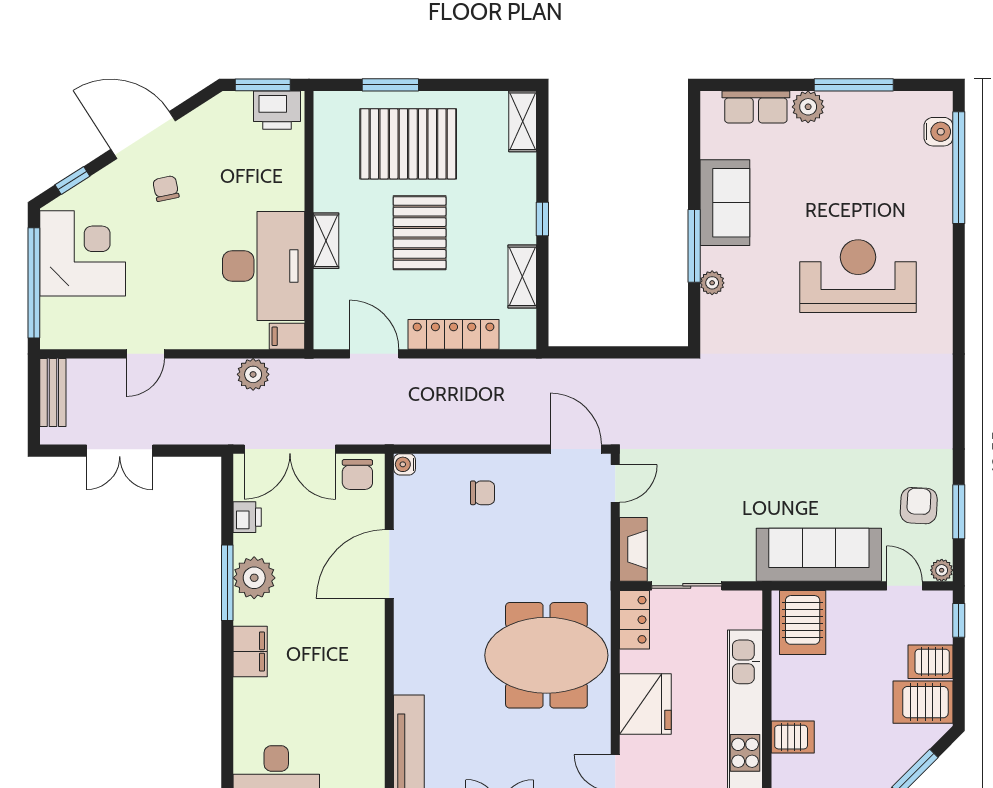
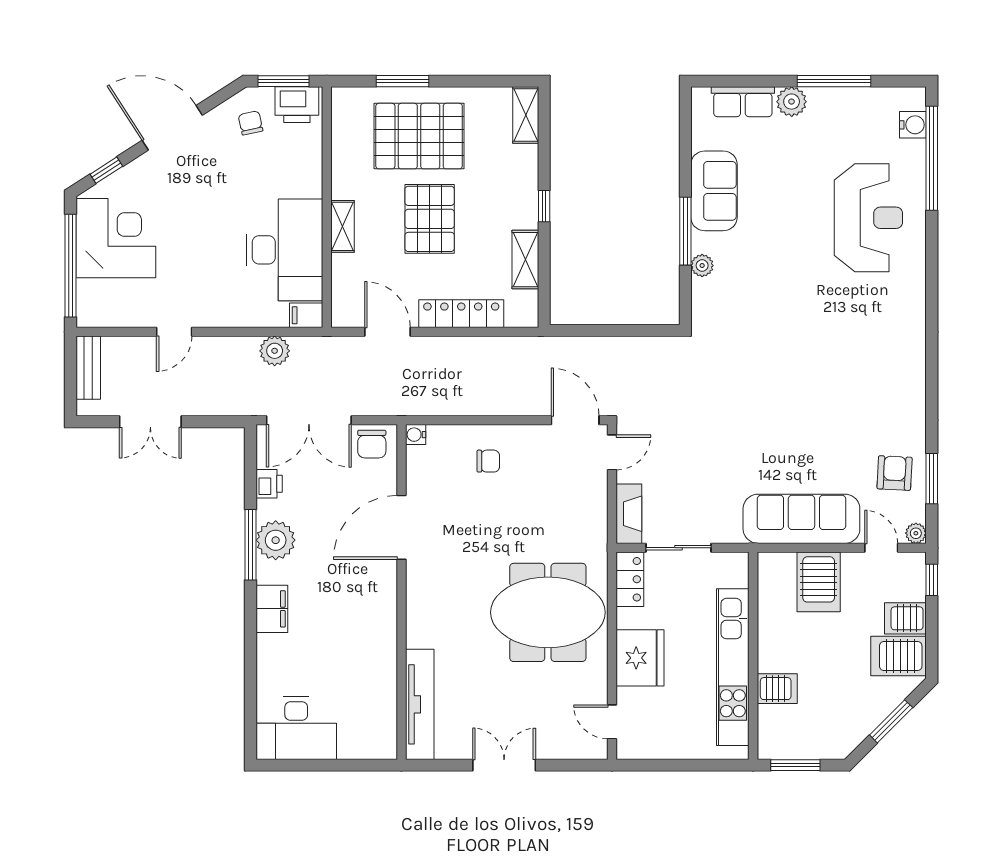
chair: (166, 189) -> (251, 123), moved
reception desk: (858, 276) -> (868, 218), moved, turned 90
server rack: (803, 622) -> (819, 582), moved

